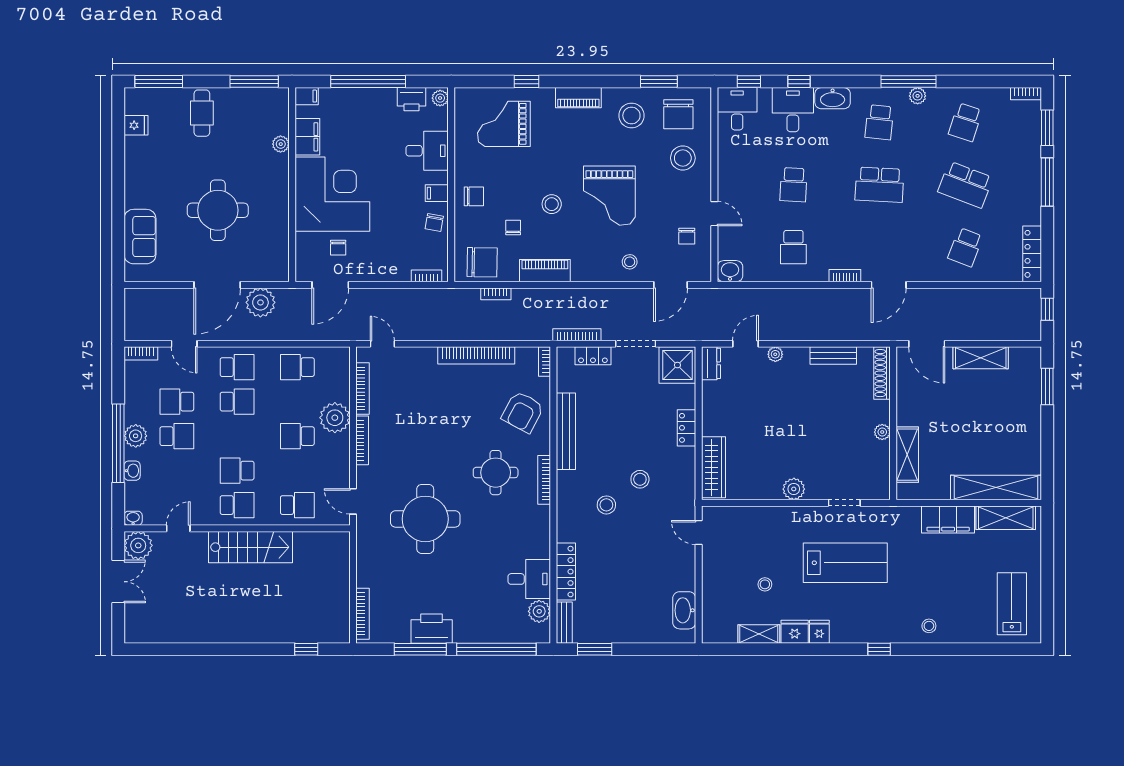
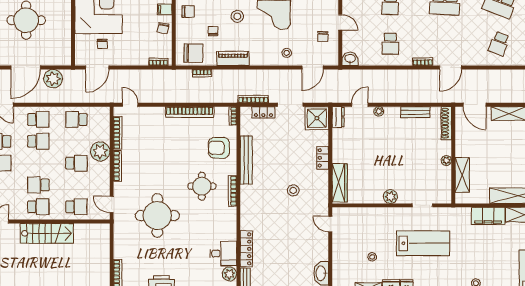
armchair: (523, 412) -> (219, 148), turned 62
school desk: (297, 436) -> (76, 163), turned 180
stool: (606, 505) -> (272, 207), removed

